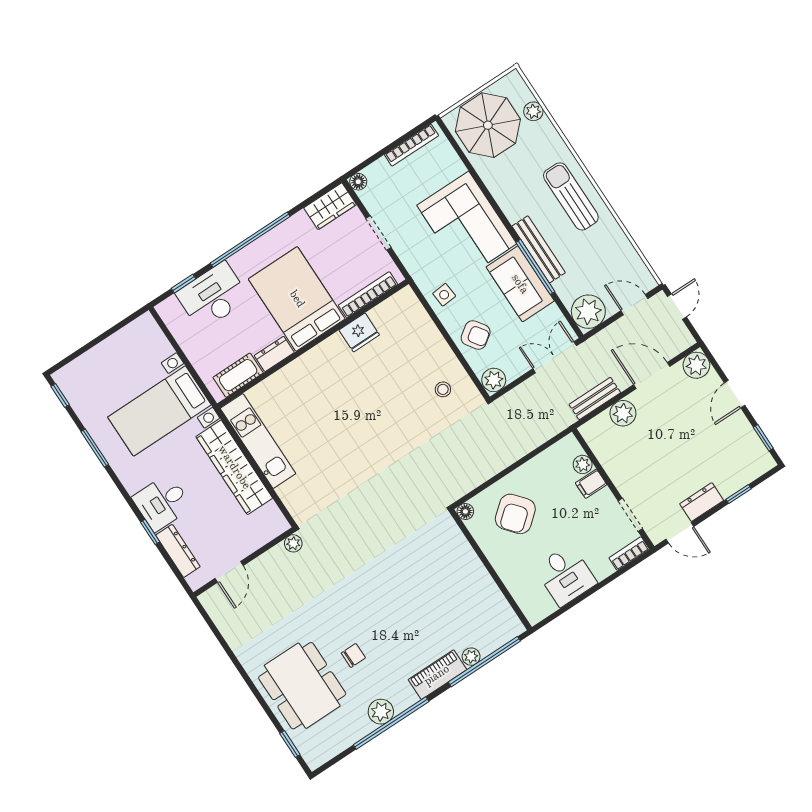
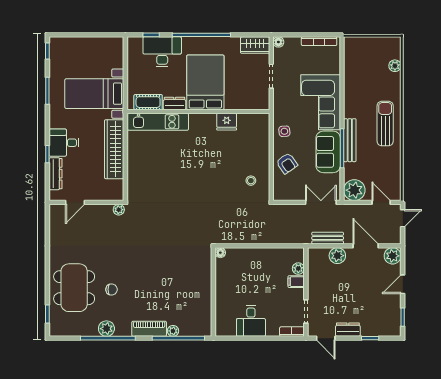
parasol: (488, 125) -> (366, 57), removed
bookcase: (368, 295) -> (244, 105), removed
plant: (494, 380) -> (281, 193), removed
kitchen unit: (258, 441) -> (158, 122), moved, turned 90
armchair: (515, 514) -> (246, 271), removed

